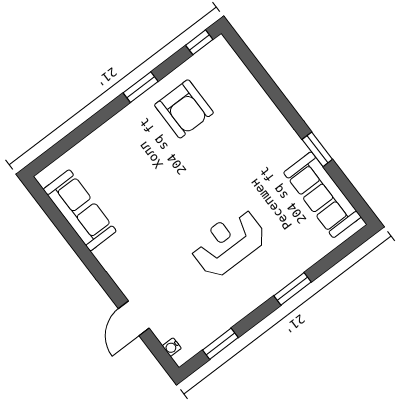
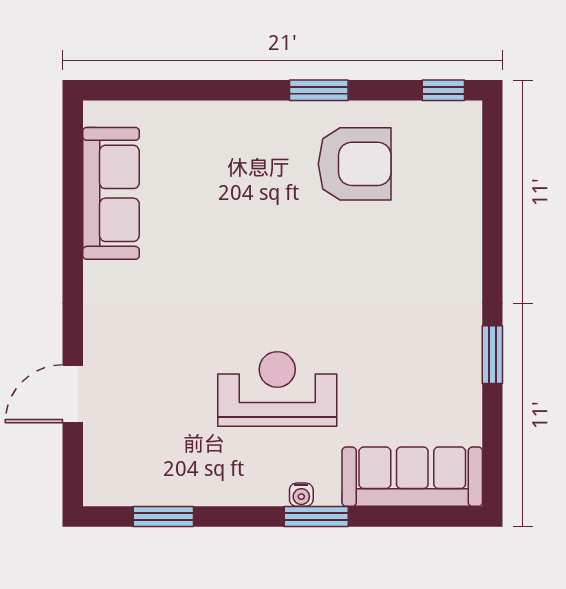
armchair: (184, 109) -> (355, 164), turned -90
sofa: (322, 195) -> (412, 477), moved, turned 90
water cooler: (172, 347) -> (301, 495), moved, turned -90

